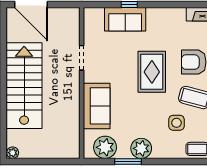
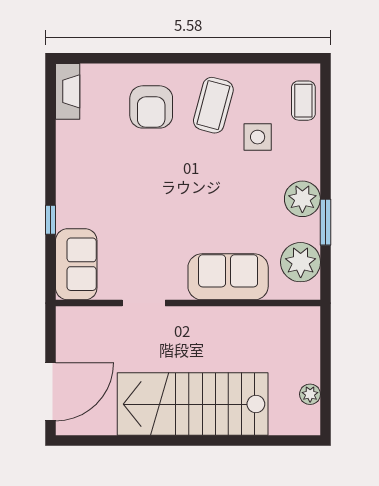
sofa: (125, 19) -> (76, 264), moved
rug: (152, 72) -> (168, 180), removed
plant: (13, 153) -> (310, 394), moved

